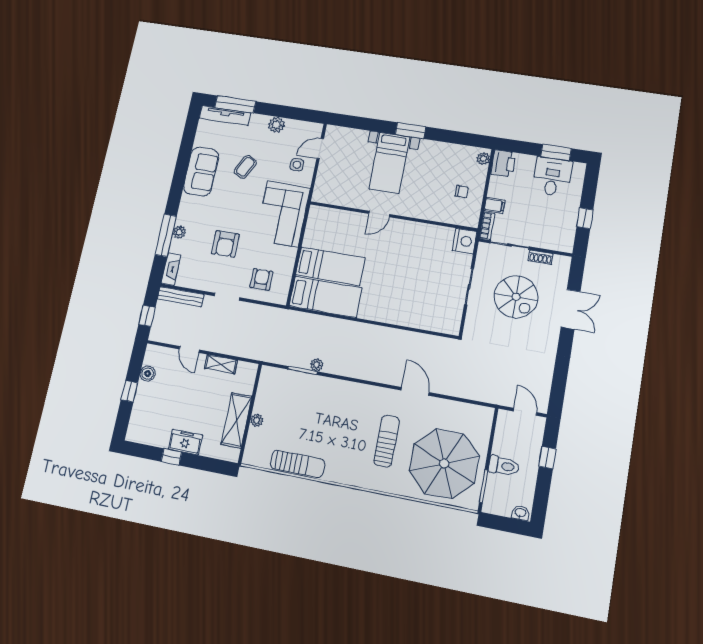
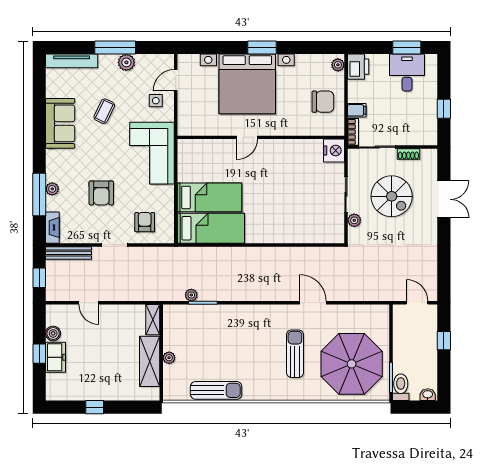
window: (235, 104) -> (115, 47), moved
bed with nightstands: (389, 163) -> (247, 84), width x1.85
chair: (462, 192) -> (323, 102), width x1.87, depth x1.87
plant: (473, 314) -> (354, 220), added
shelving: (221, 364) -> (153, 320), moved, turned 90
plant: (317, 365) -> (191, 295), moved
freezer: (185, 442) -> (55, 357), moved, turned 90
toilet: (504, 466) -> (401, 387), moved, turned -90

